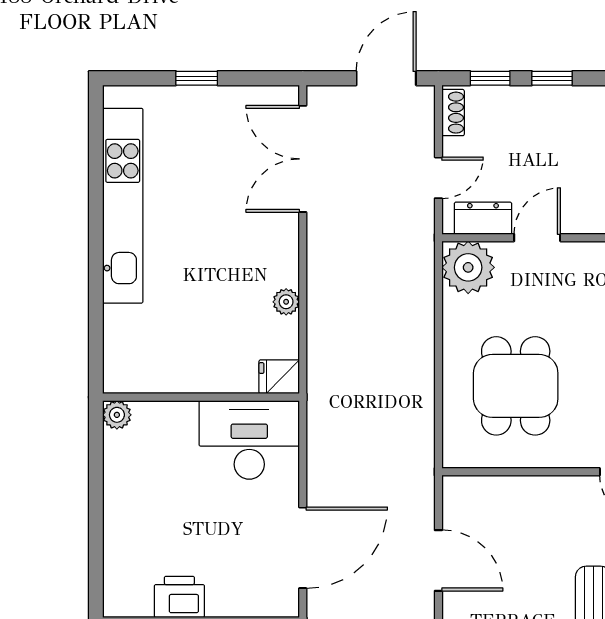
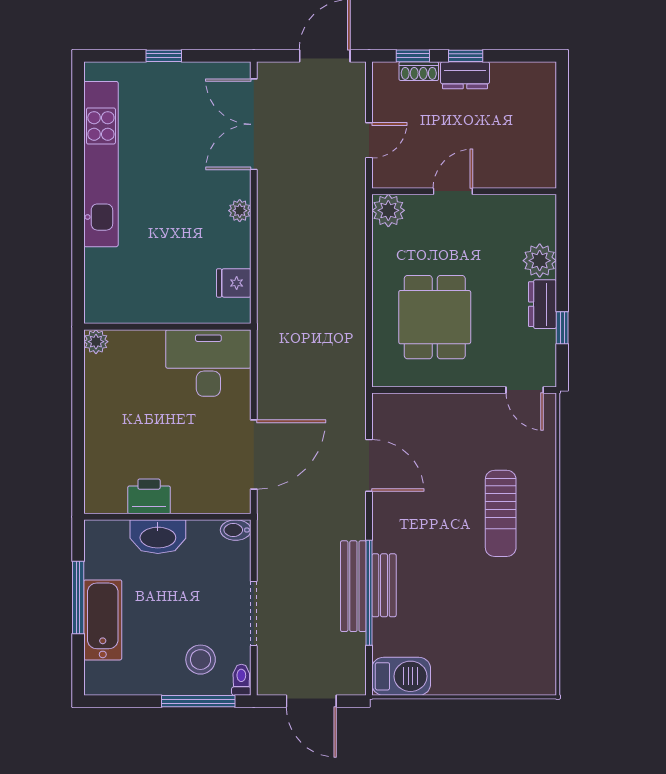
shoe rack: (453, 113) -> (419, 71), moved, turned 90
dresser: (483, 218) -> (465, 75), moved, turned 180
plant: (468, 267) -> (388, 210), width x0.73, depth x0.73
plant: (286, 302) -> (240, 211), moved
fridge: (279, 377) -> (234, 283), moved

